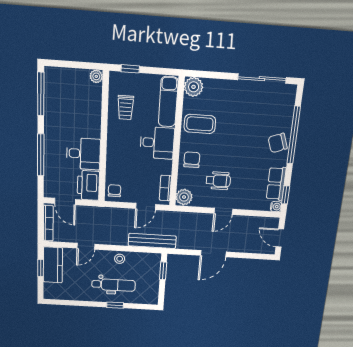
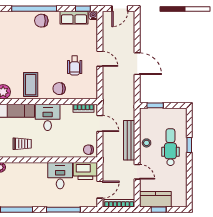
chair: (278, 143) -> (41, 21), turned 110
wheelchair: (218, 181) -> (75, 66), turned 180
plant: (184, 197) -> (90, 92), removed
bench: (152, 241) -> (129, 140), moved

